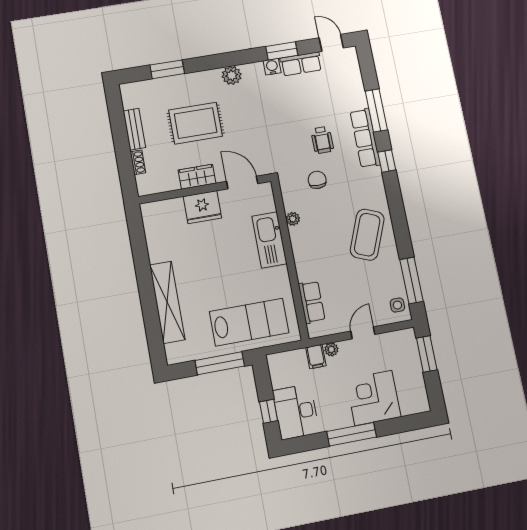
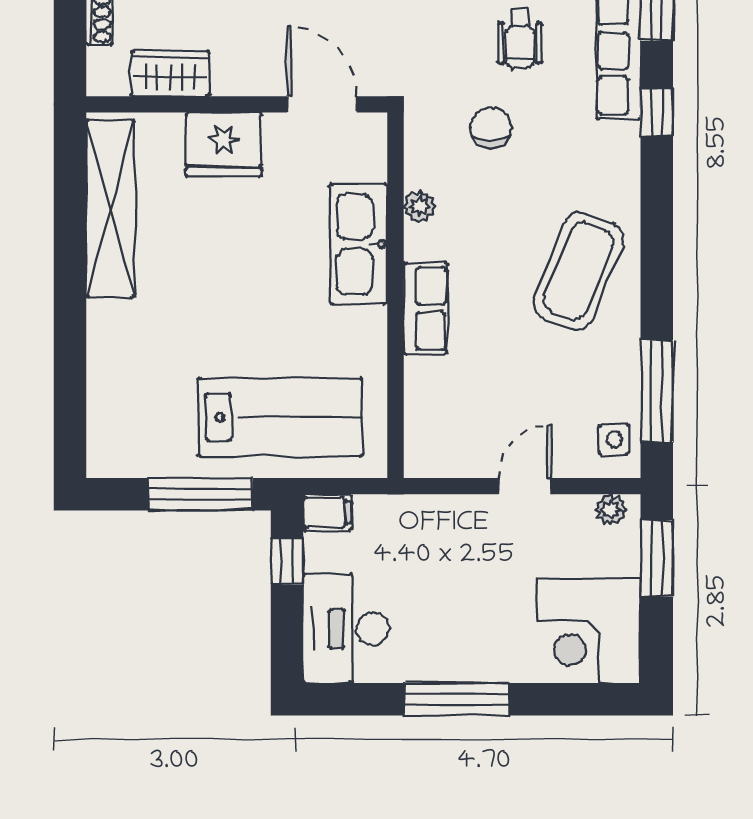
wardrobe: (197, 177) -> (170, 74), moved
shelving: (167, 302) -> (110, 208), moved
row of seats: (312, 302) -> (426, 308), moved
plant: (331, 349) -> (611, 510), moved
filing cabinet: (316, 357) -> (327, 512), moved, turned -90
corner desk: (373, 398) -> (589, 631), moved, turned -90
window: (269, 411) -> (287, 561), moved

